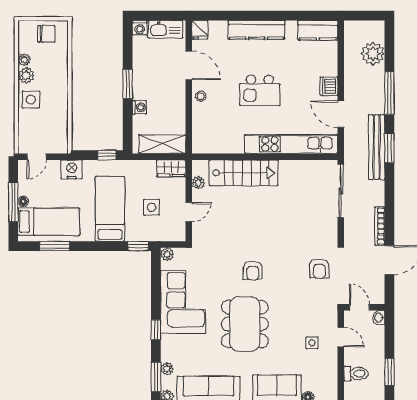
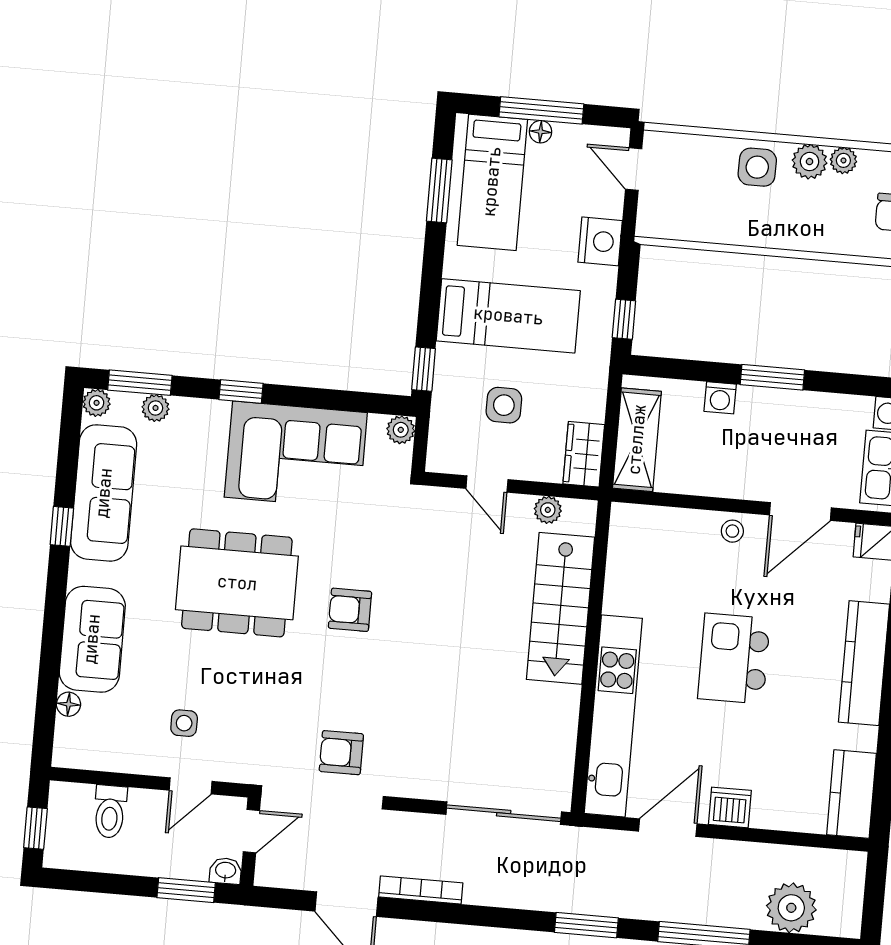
bench: (377, 147) -> (591, 898), removed
window: (389, 372) -> (186, 890), moved

